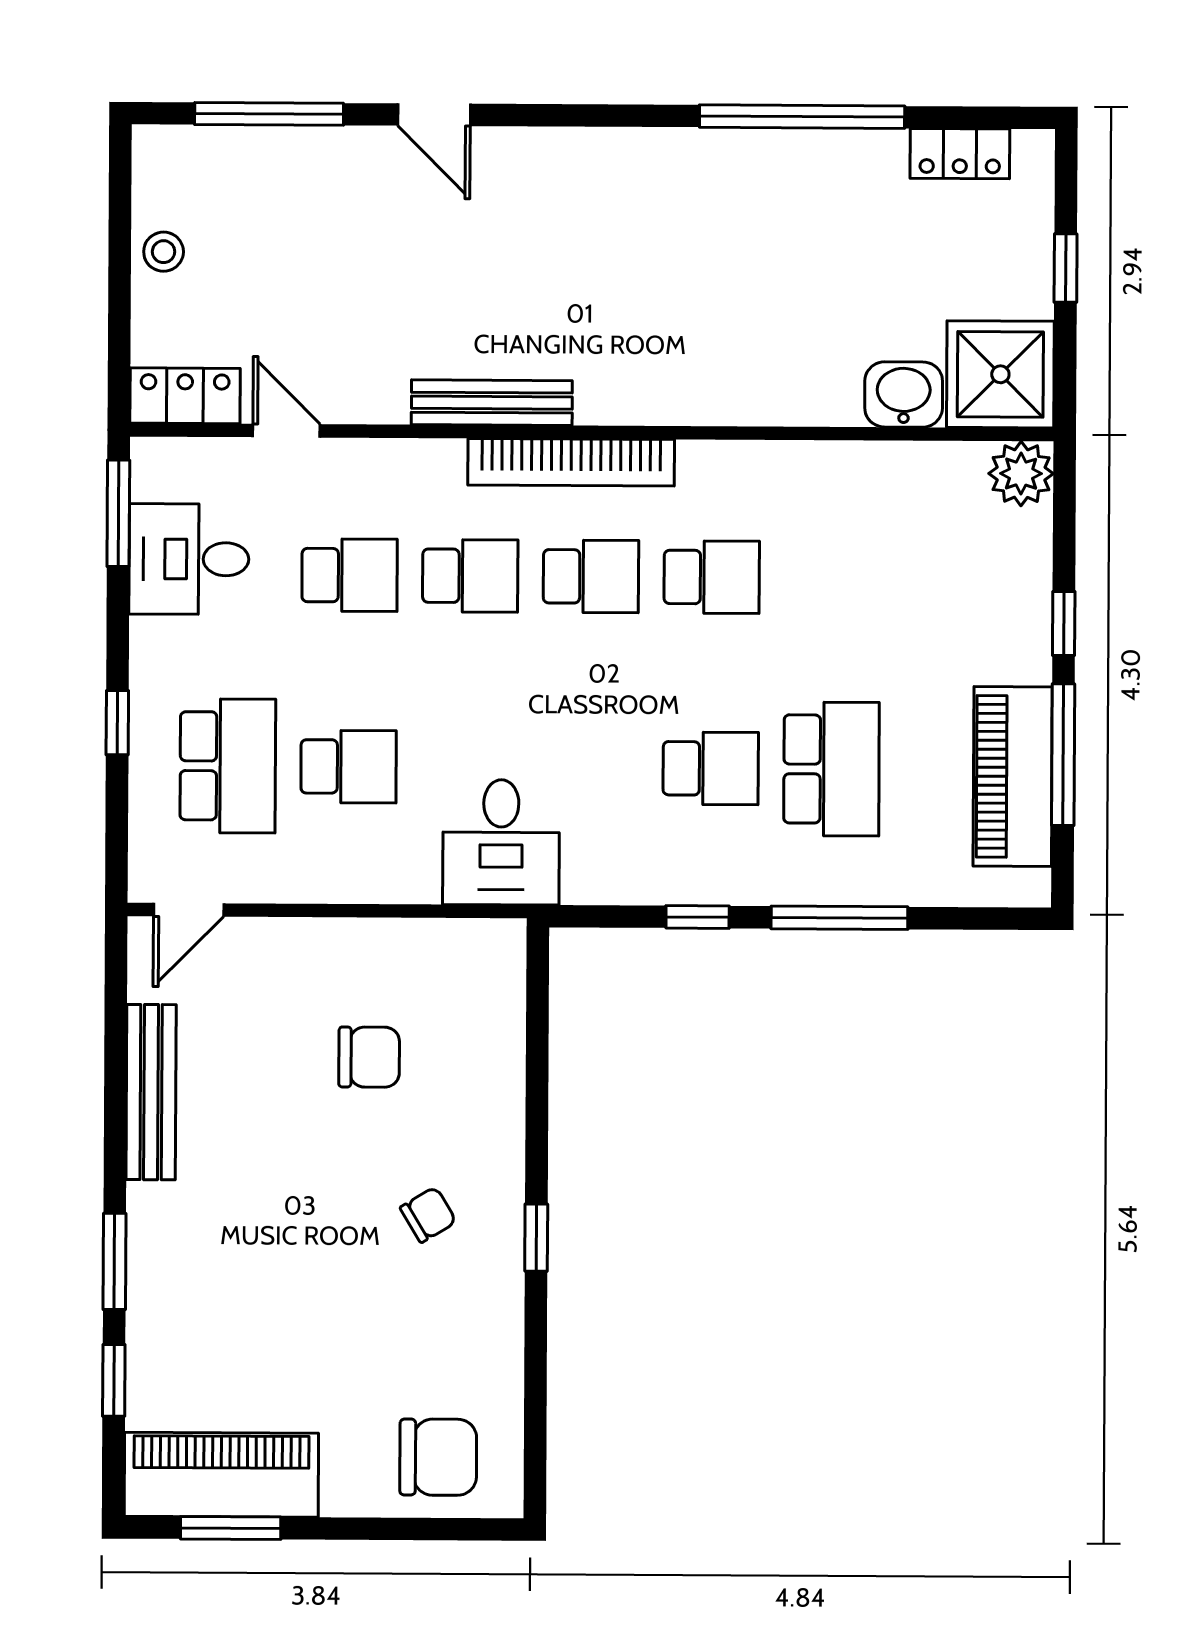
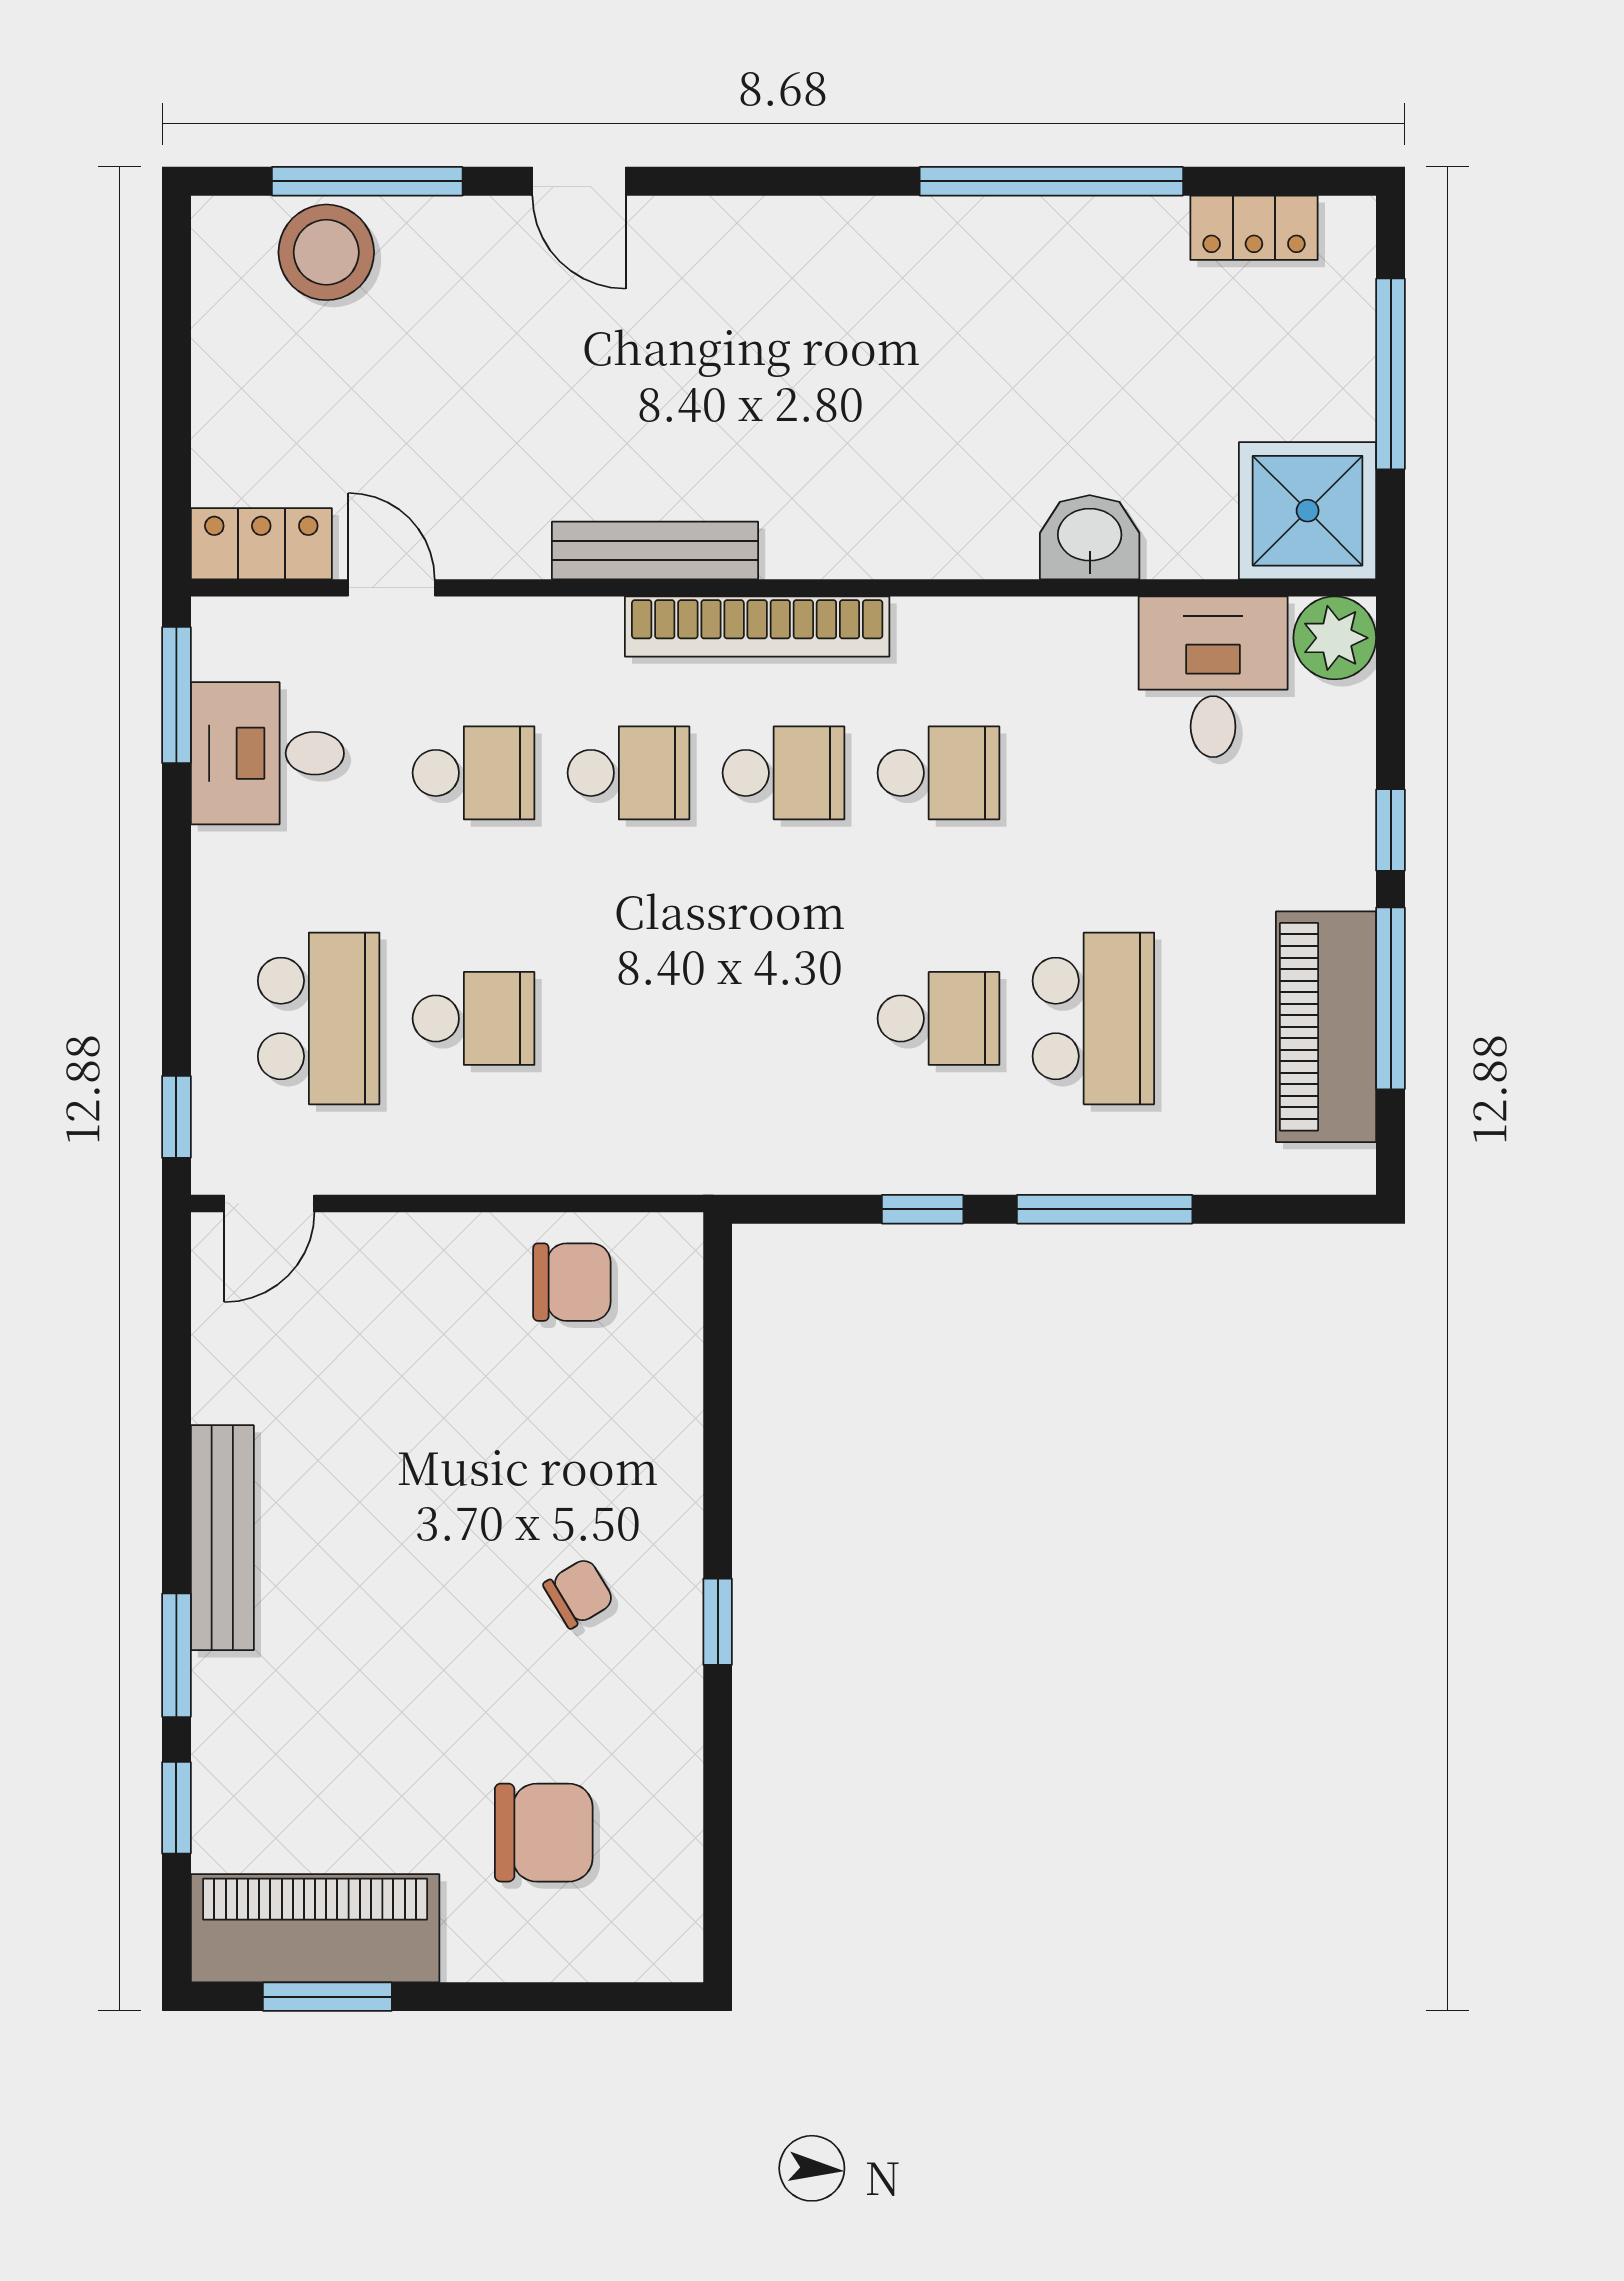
stool: (164, 252) -> (326, 252), moved, width x1.89, depth x1.89
window: (1066, 268) -> (1391, 374), width x2.17
washbasin: (904, 394) -> (1090, 537), moved
window: (117, 723) -> (176, 1117), moved
desk: (501, 842) -> (1213, 677), moved, turned 180
chair: (369, 1057) -> (572, 1282), moved
bench: (151, 1092) -> (222, 1538), moved
chair: (438, 1457) -> (544, 1833), moved

